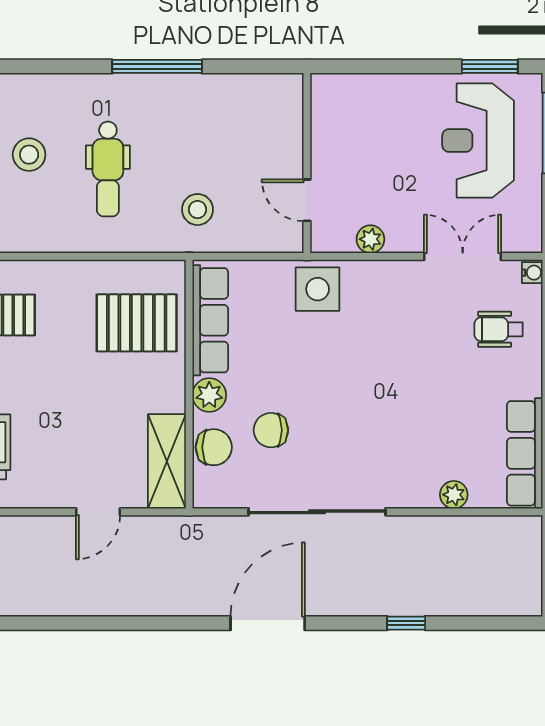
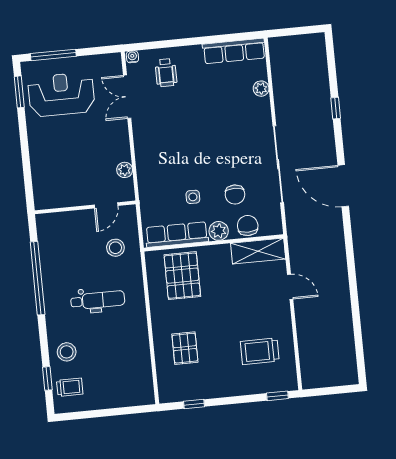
window: (157, 66) -> (38, 278), width x1.46
reception desk: (478, 140) -> (61, 94), turned 180
stool: (29, 155) -> (67, 352), moved
wall: (307, 163) -> (85, 207), moved
door: (307, 200) -> (106, 205), moved
plant: (370, 239) -> (125, 170), moved
side table: (318, 289) -> (193, 197), moved, width x0.54, depth x0.54

